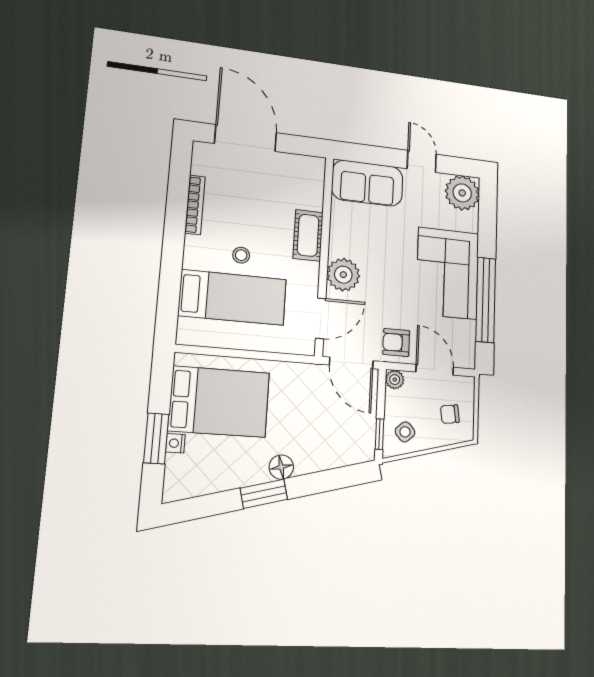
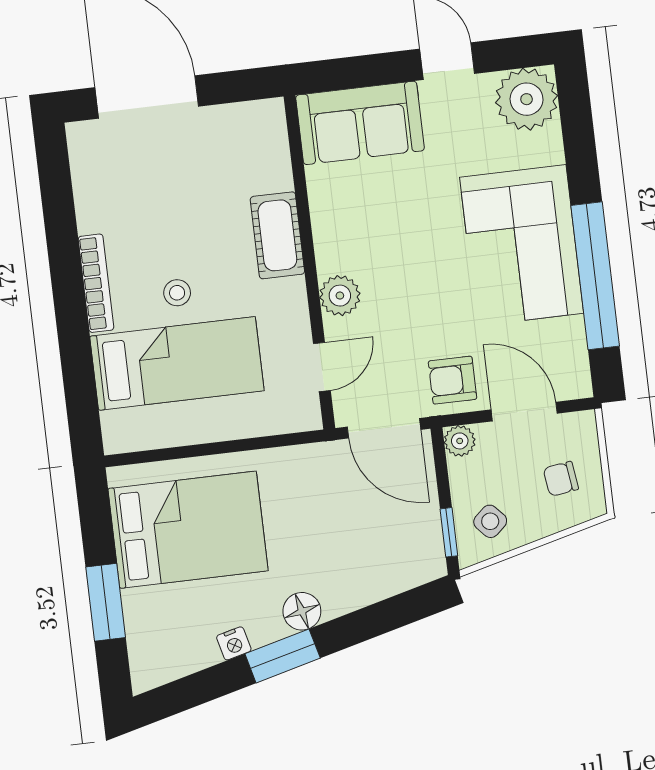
bookcase: (195, 205) -> (96, 283), moved
plant: (343, 275) -> (340, 296), width x0.73, depth x0.73
door: (321, 318) -> (322, 367), width x0.73
nightstand: (175, 443) -> (234, 643), moved, turned -104

